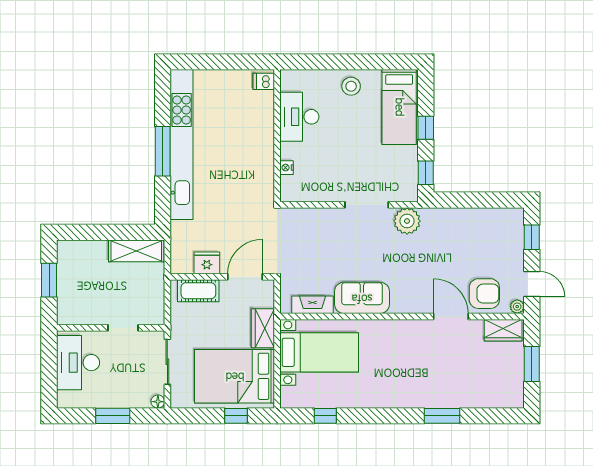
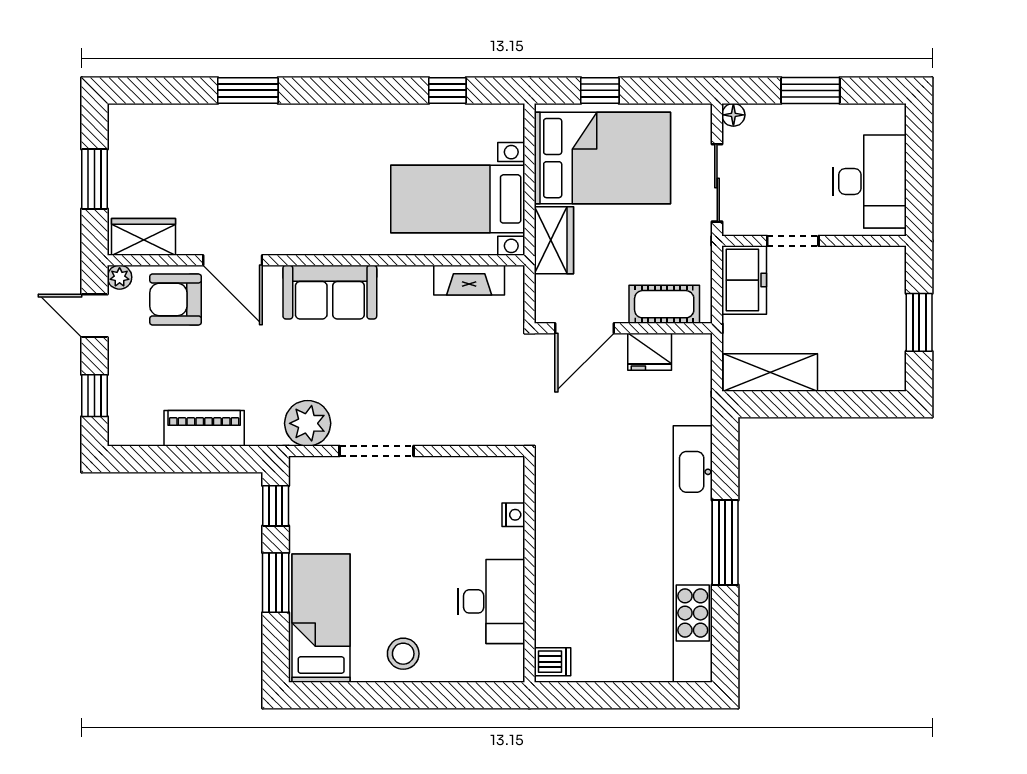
window: (426, 128) -> (276, 583), width x1.50
piano: (468, 218) -> (204, 428), added
sofa: (362, 298) -> (330, 292), moved
freezer: (151, 305) -> (744, 280), added

